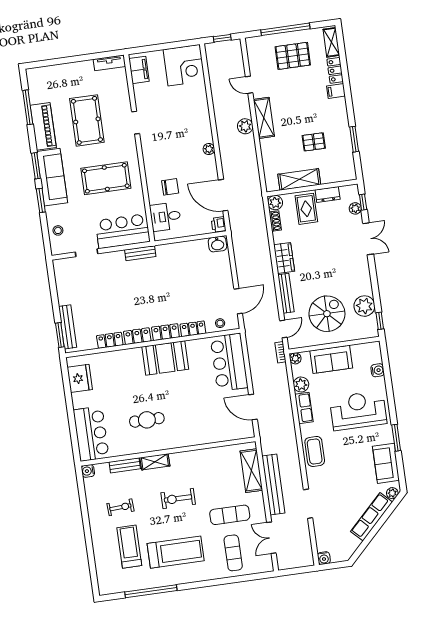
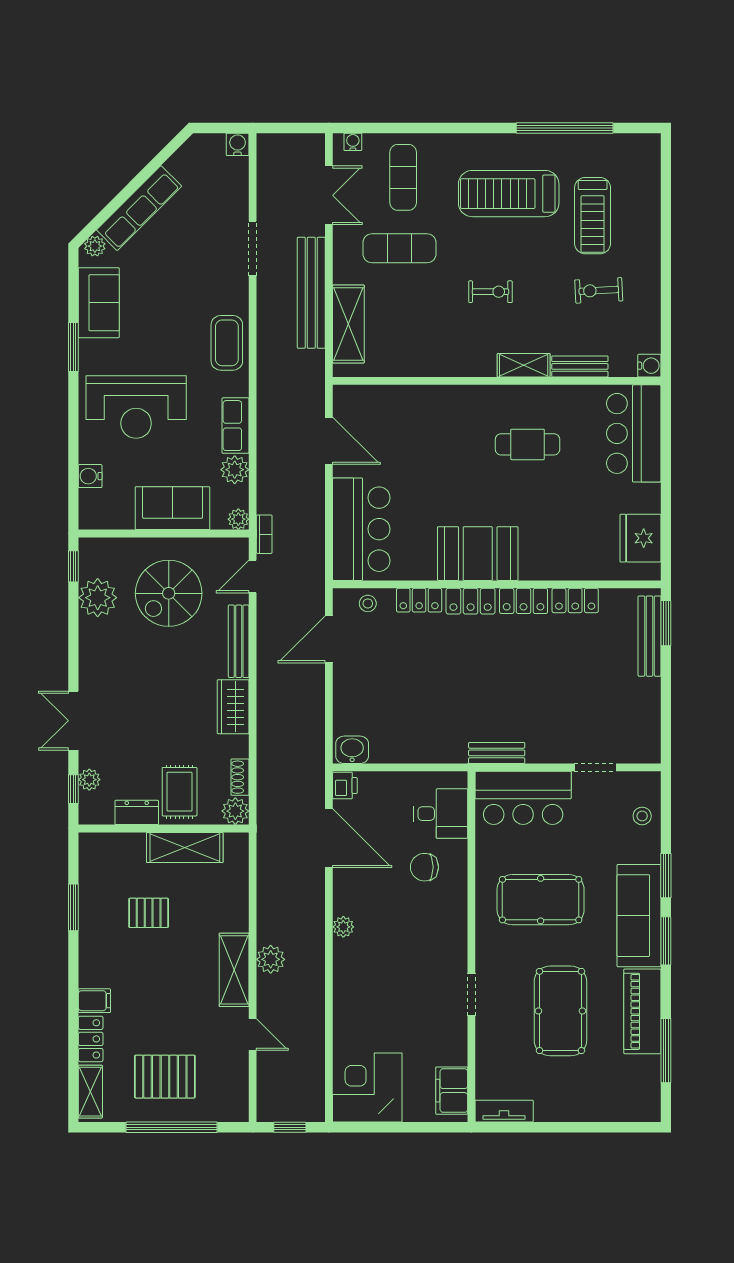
exercise bike: (178, 498) -> (490, 292), width x0.73, depth x0.72
water cooler: (263, 568) -> (353, 142), added

